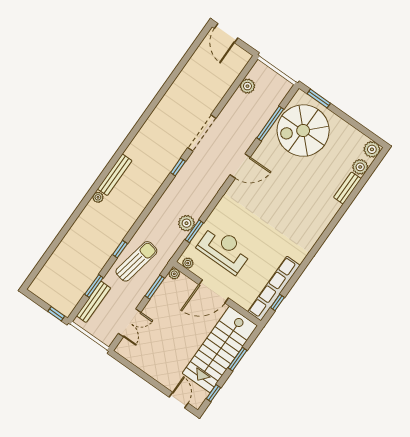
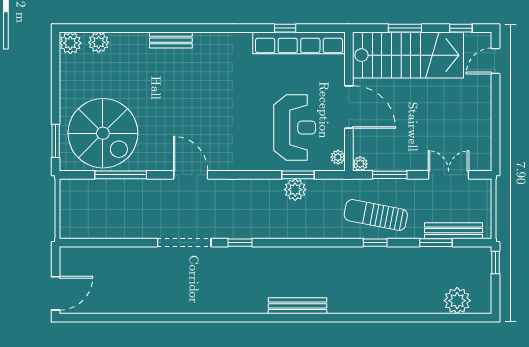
plant: (247, 86) -> (97, 229), removed
bench: (347, 188) -> (171, 40), moved
plant: (98, 197) -> (457, 301), moved, width x1.88, depth x1.88
reception desk: (224, 250) -> (295, 128), turned 180
window: (277, 302) -> (285, 28), moved

